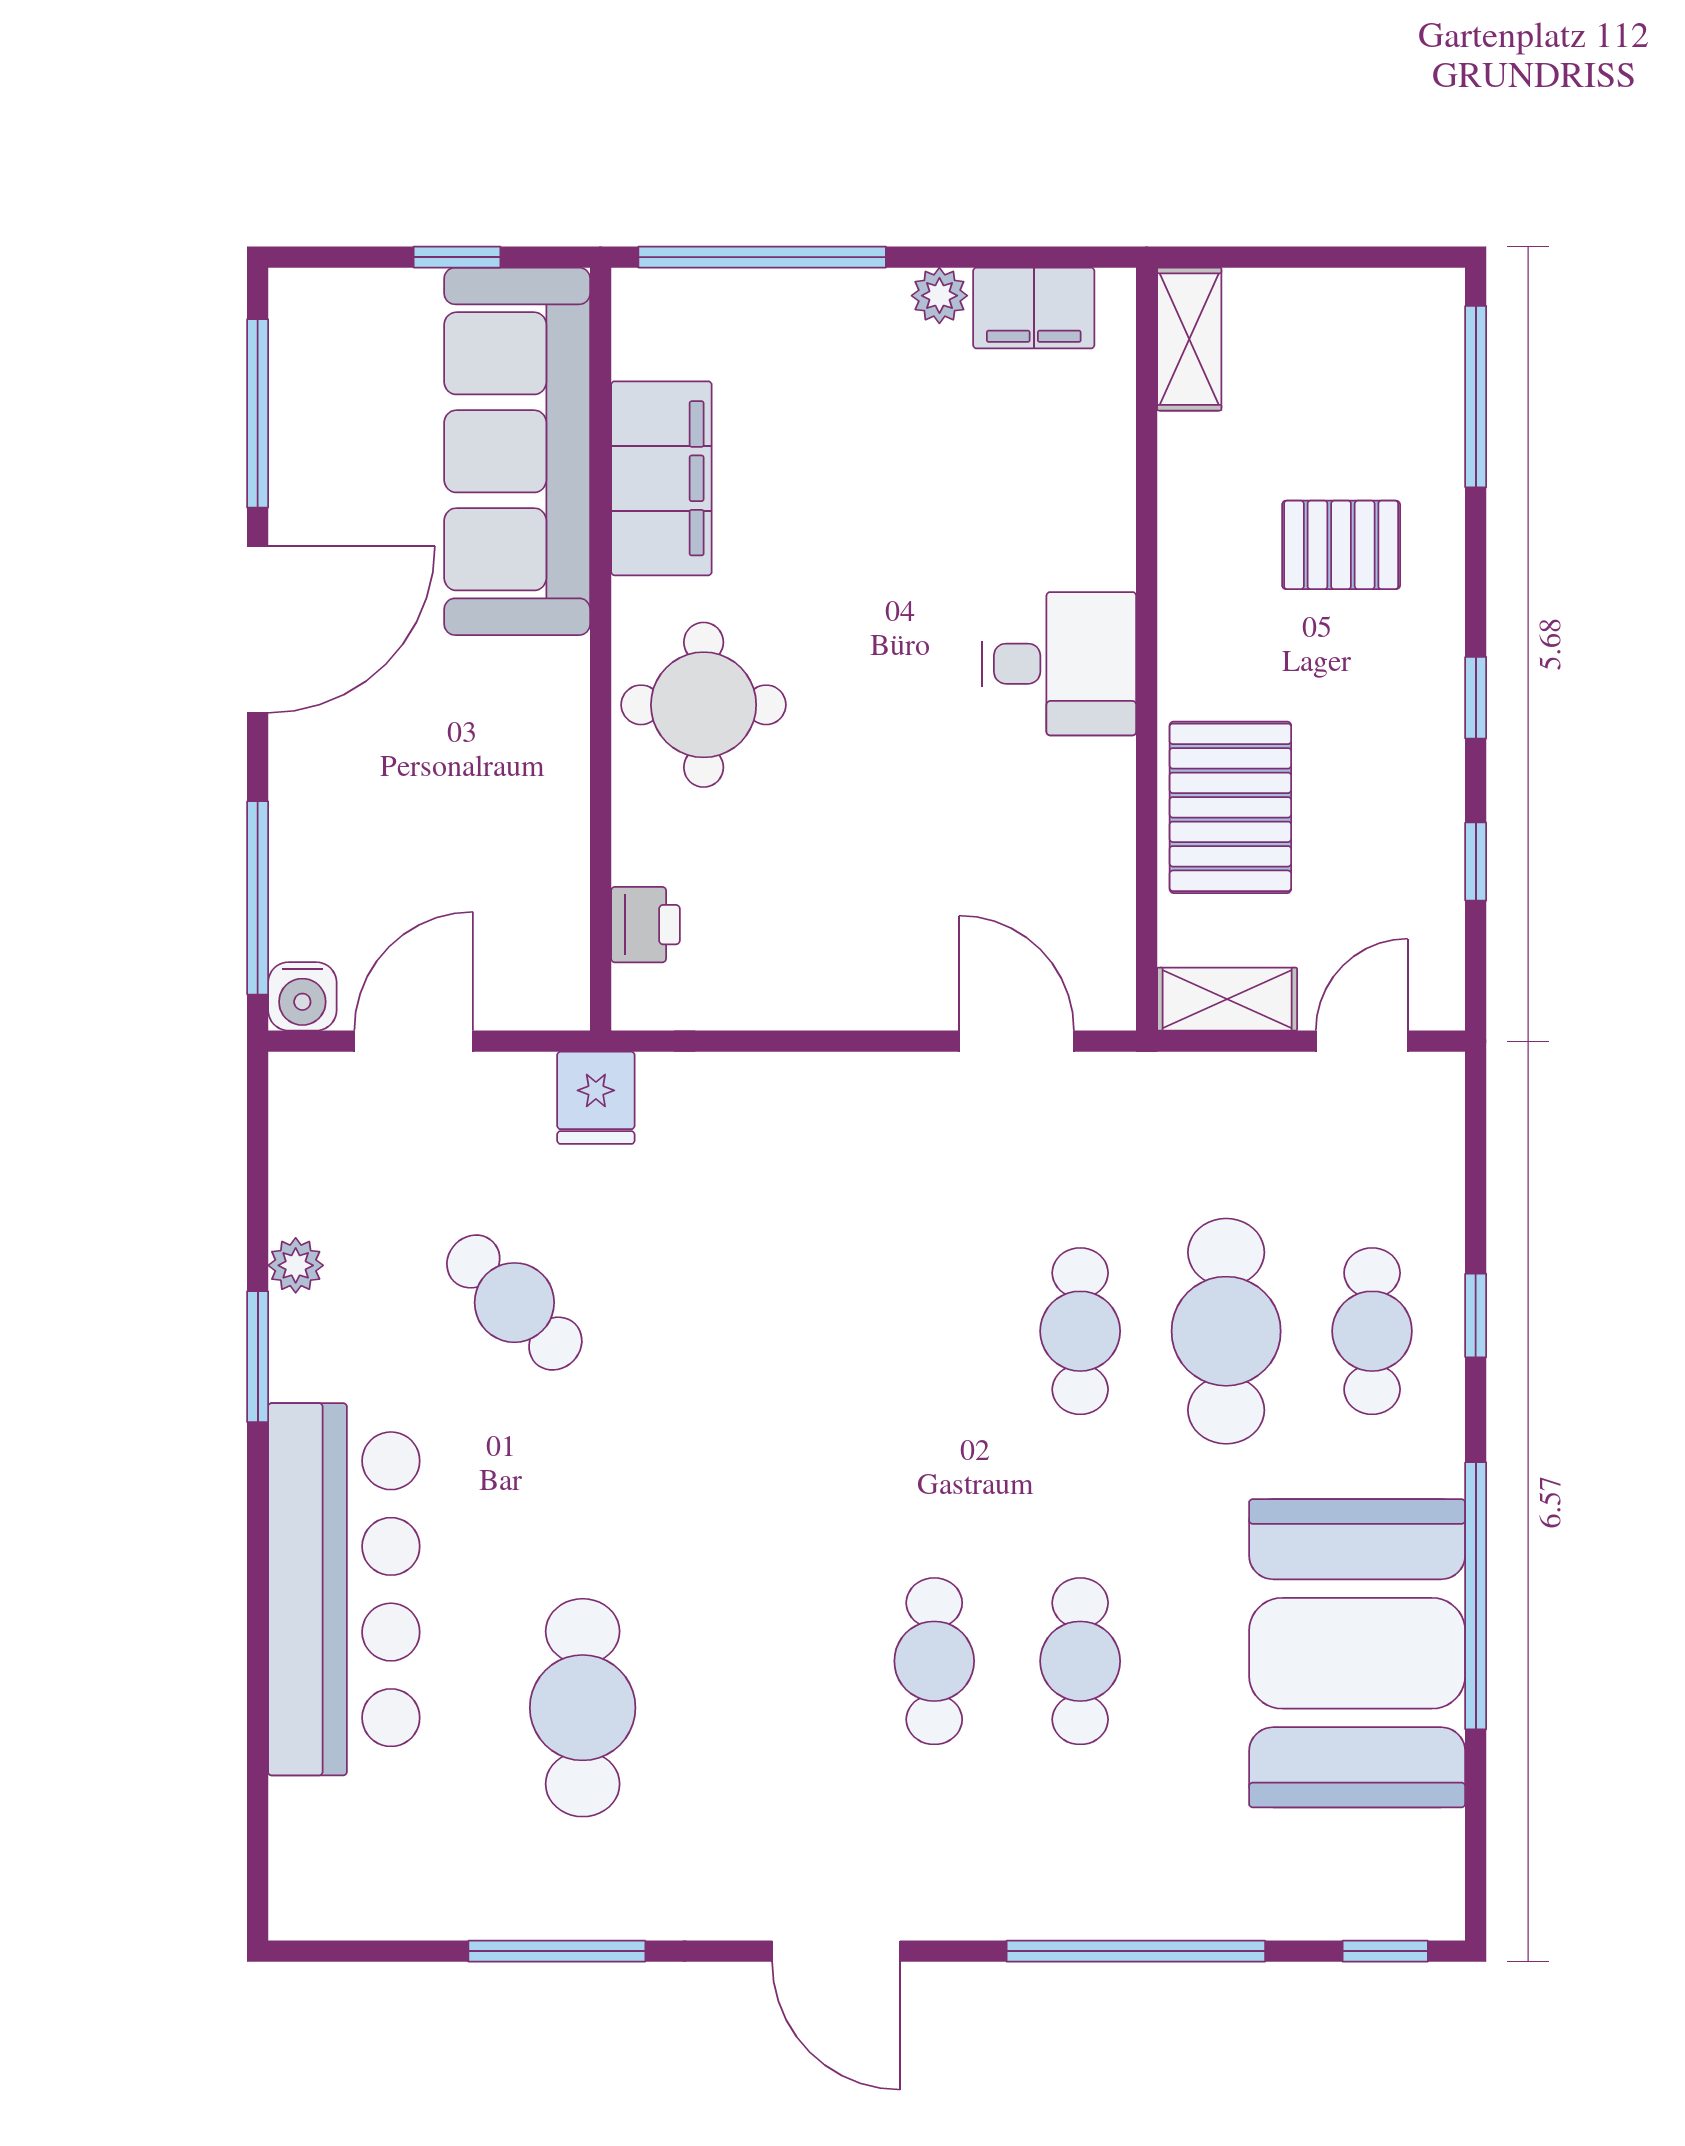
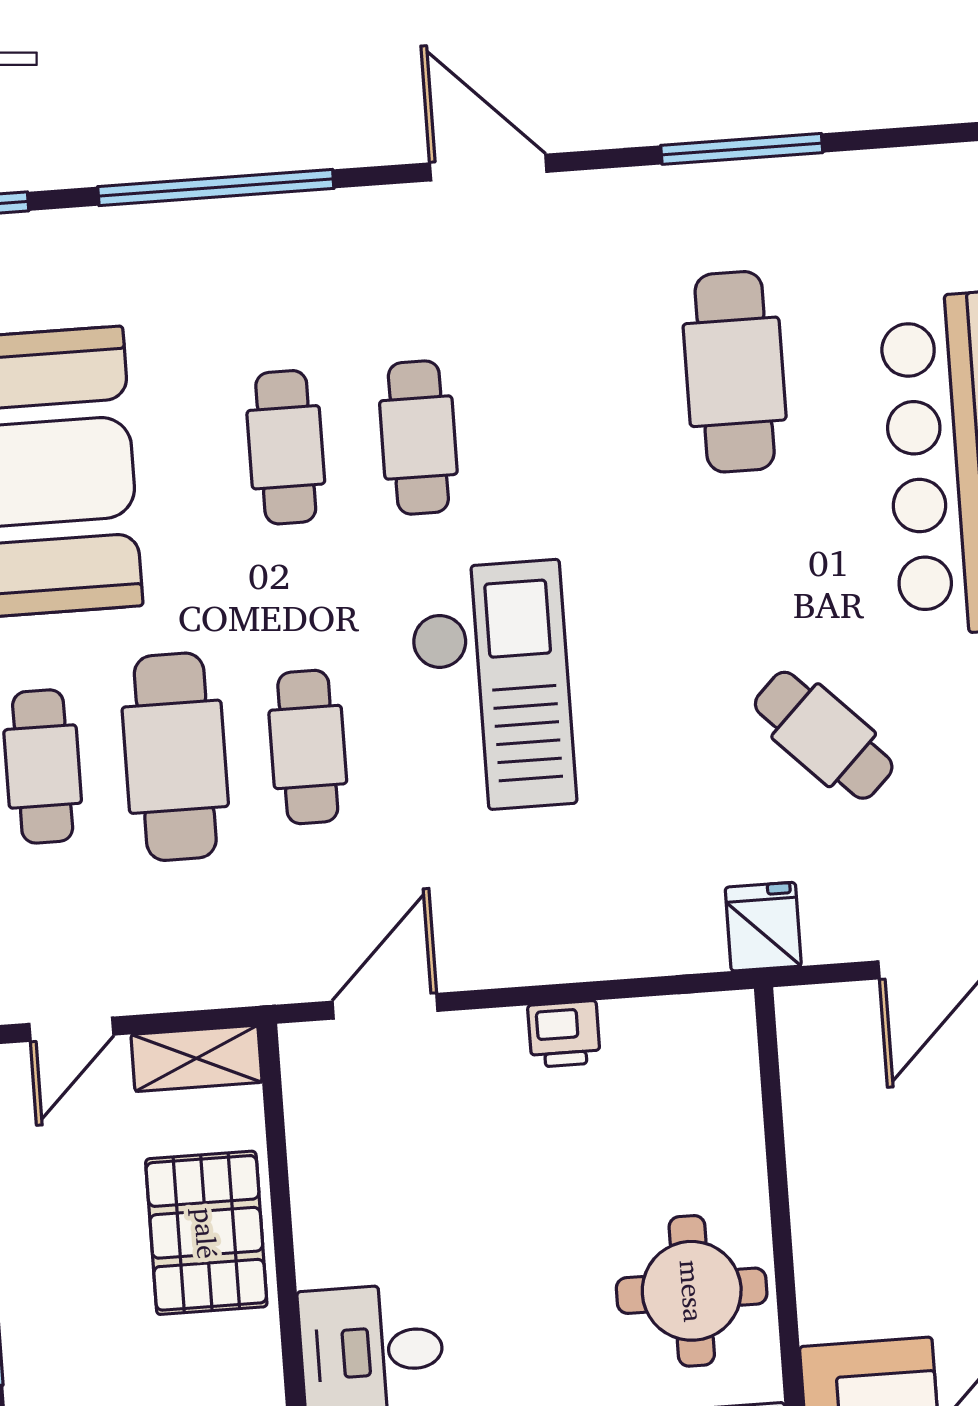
printer: (645, 925) -> (564, 1034), moved, turned -90
door: (1016, 1041) -> (385, 1006), swing flipped
checkout: (874, 1382) -> (492, 687), added

